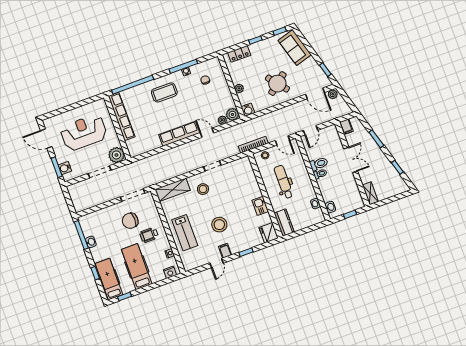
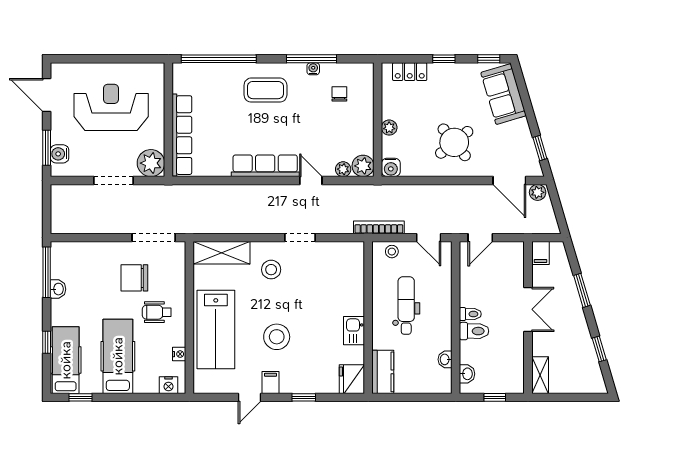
row of seats: (122, 116) -> (182, 135), moved
toilet: (319, 164) -> (474, 331), moved
lab bench: (185, 233) -> (216, 329), width x1.36, depth x1.39

